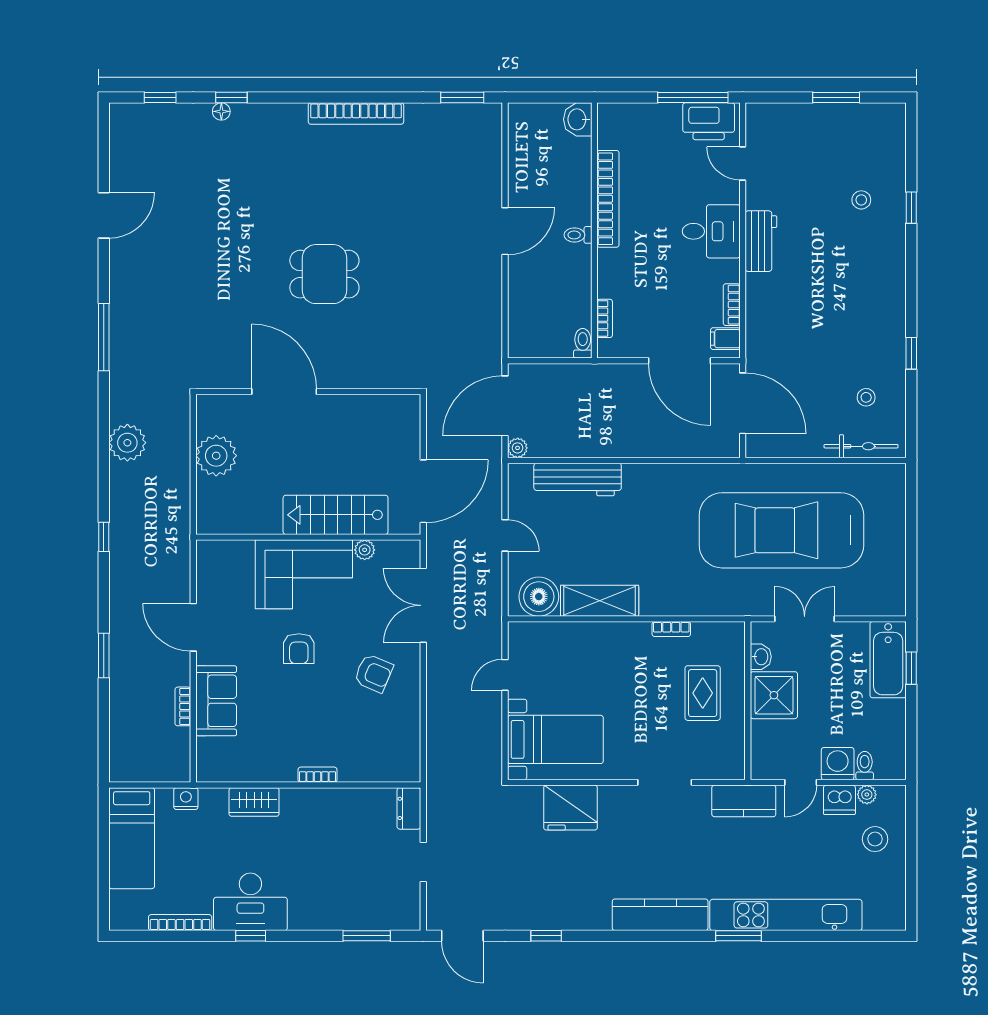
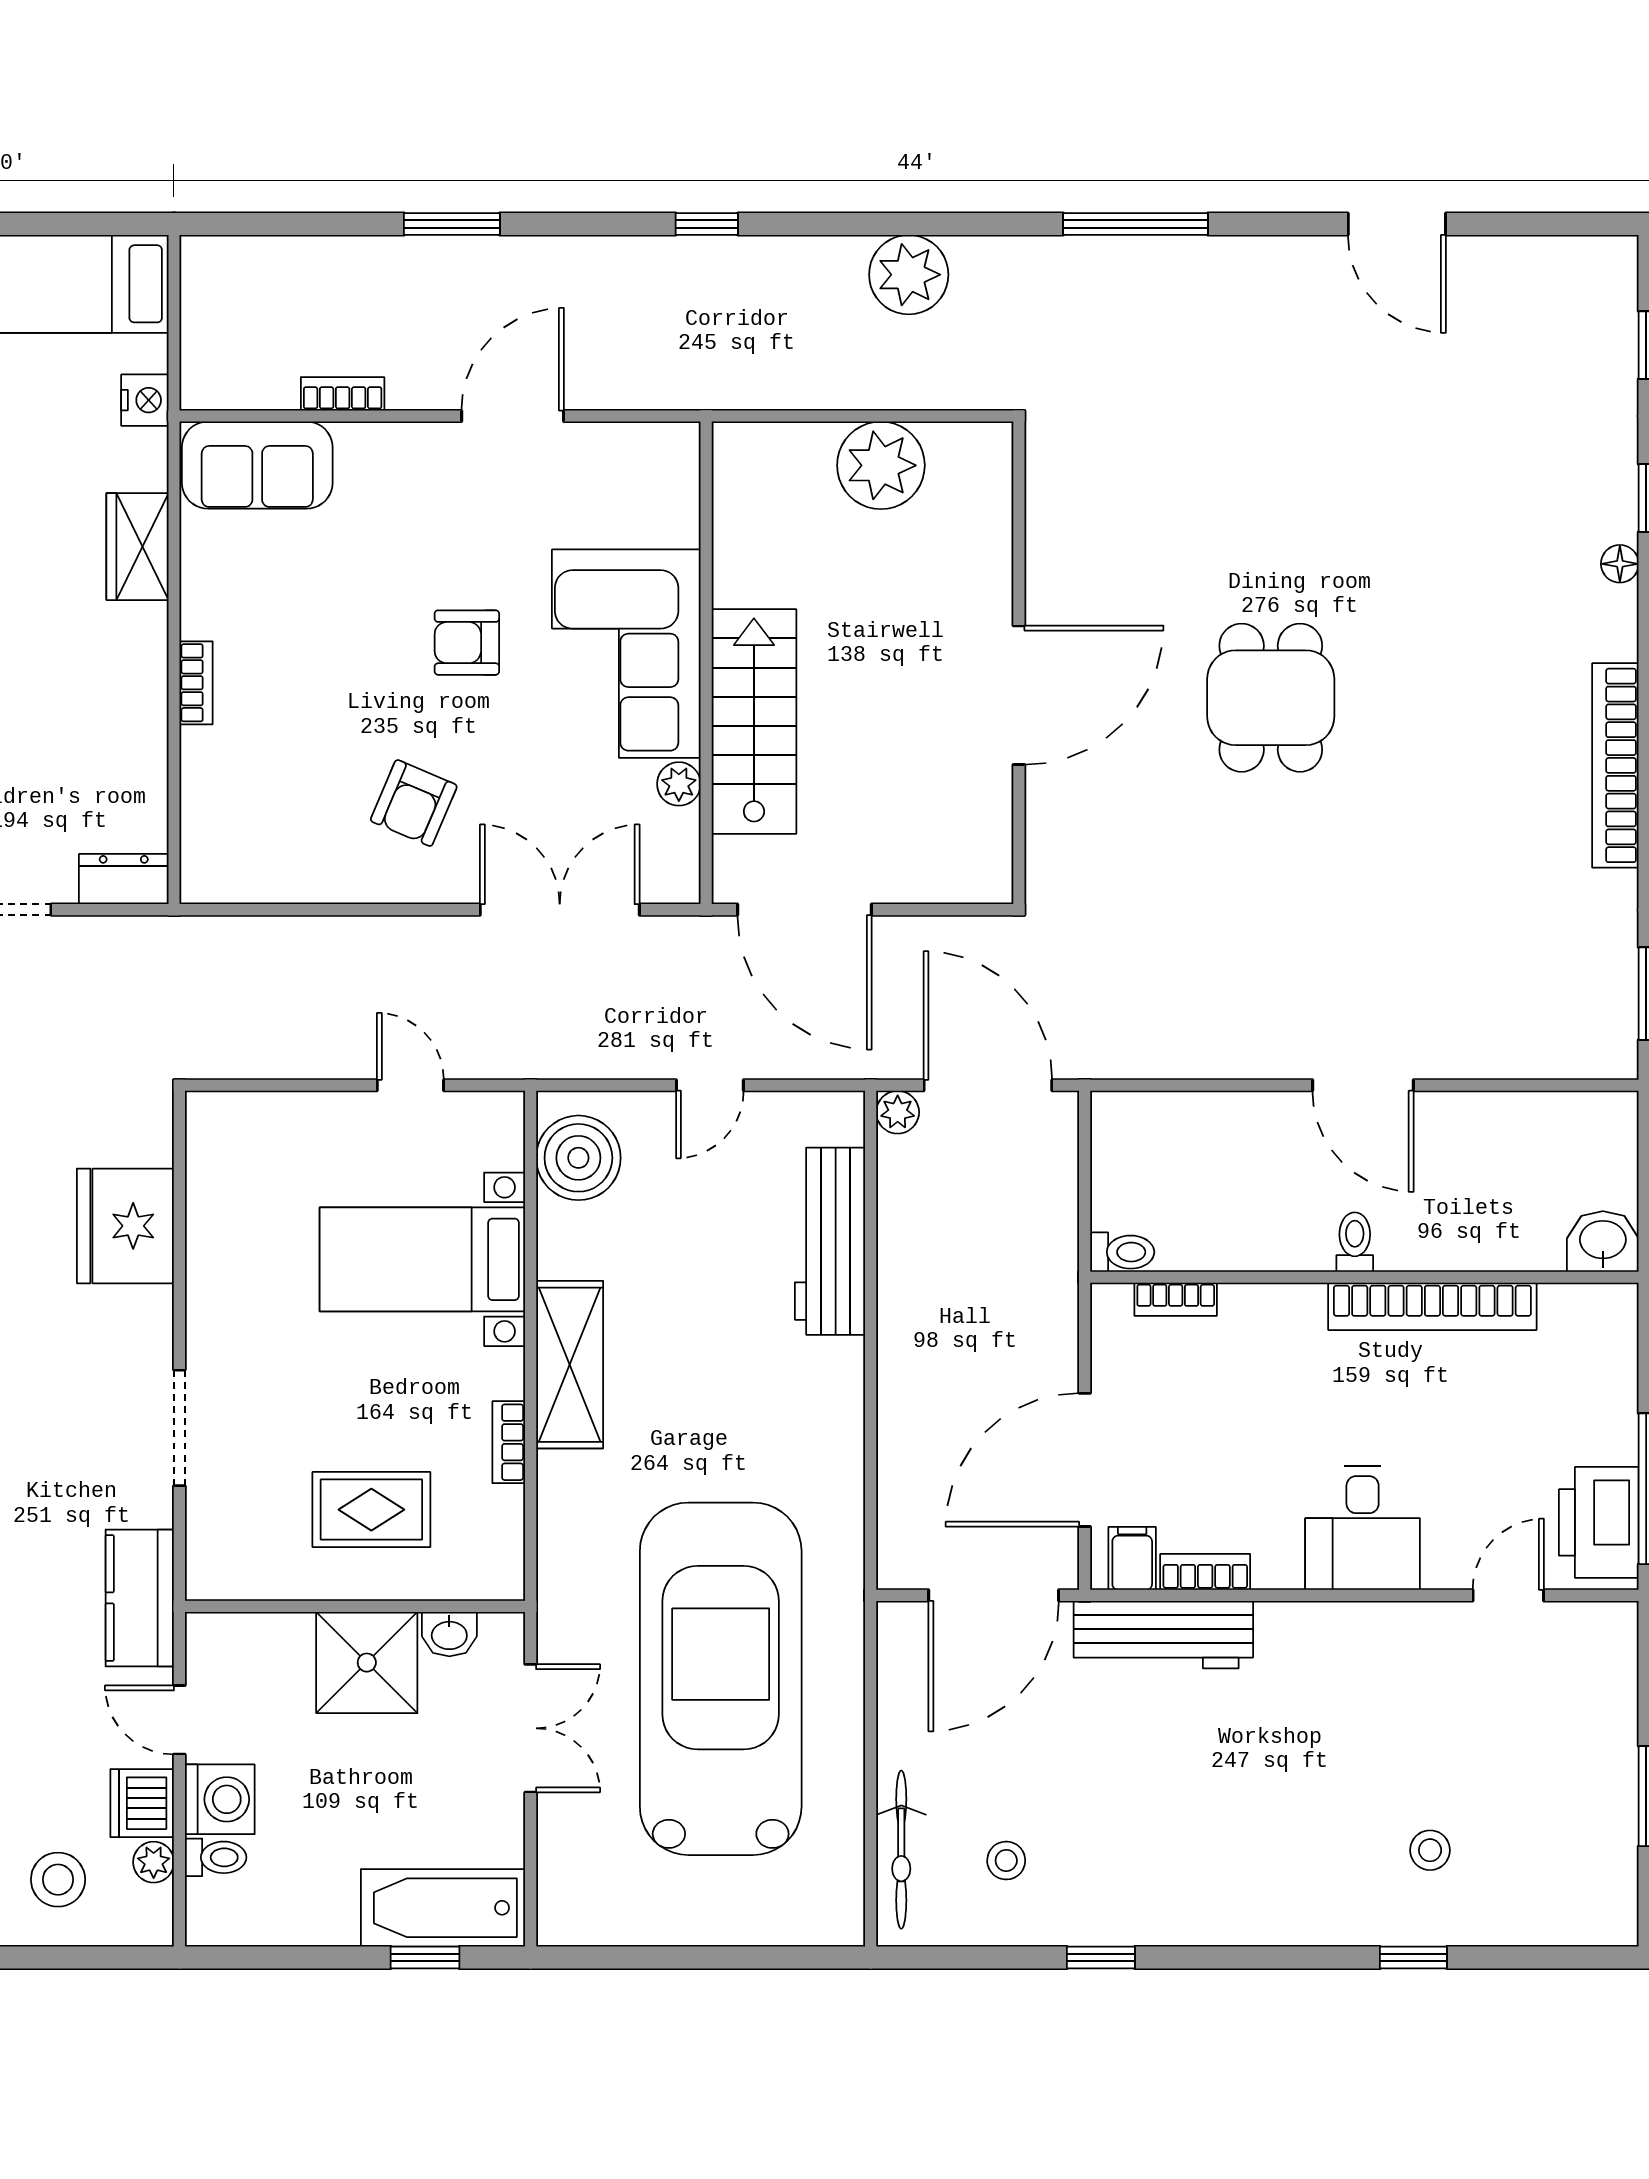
floor lamp: (221, 111) -> (1620, 564), moved
workbench: (761, 241) -> (1163, 1635), moved, width x1.38
door: (284, 391) -> (1019, 695), moved
shelving: (600, 601) -> (570, 1365), moved
sofa: (216, 701) -> (257, 465), moved
bed with nightstands: (555, 739) -> (422, 1259), moved, turned 90

